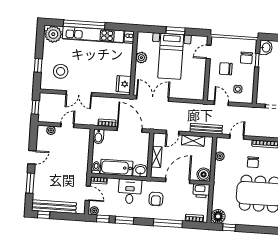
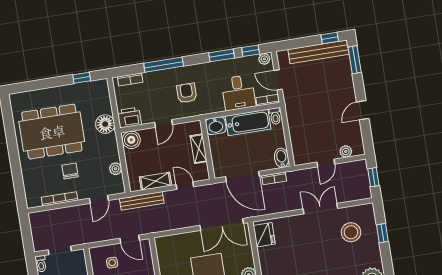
door: (173, 133) -> (185, 186), hinge flipped
door: (178, 181) -> (164, 124), width x0.53
window: (30, 183) -> (355, 60), moved
desk: (130, 191) -> (238, 93), moved
floor lamp: (218, 216) -> (105, 124), moved

